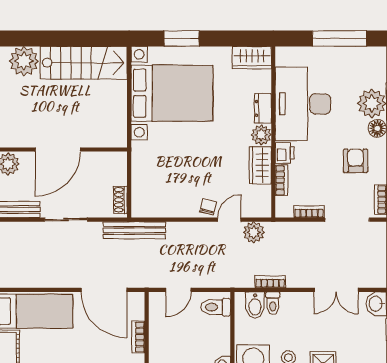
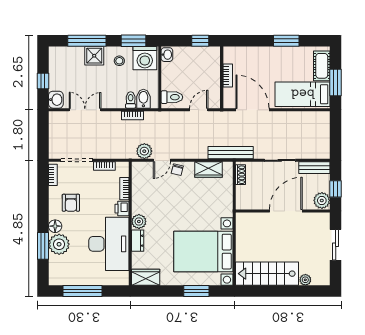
plant: (24, 61) -> (305, 280), width x0.53, depth x0.53
wardrobe: (260, 165) -> (208, 170), moved, turned 90

